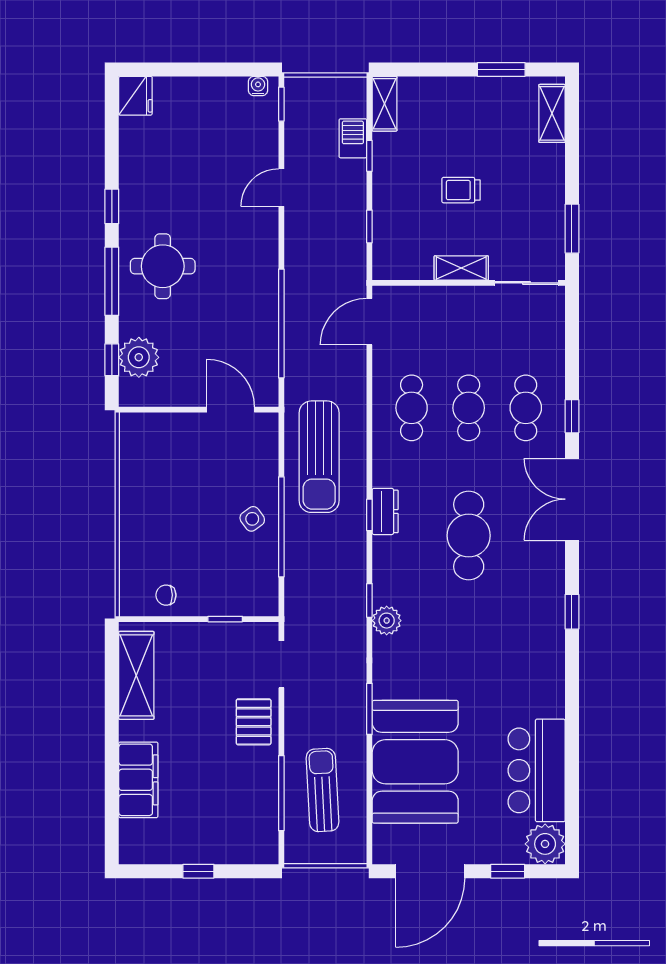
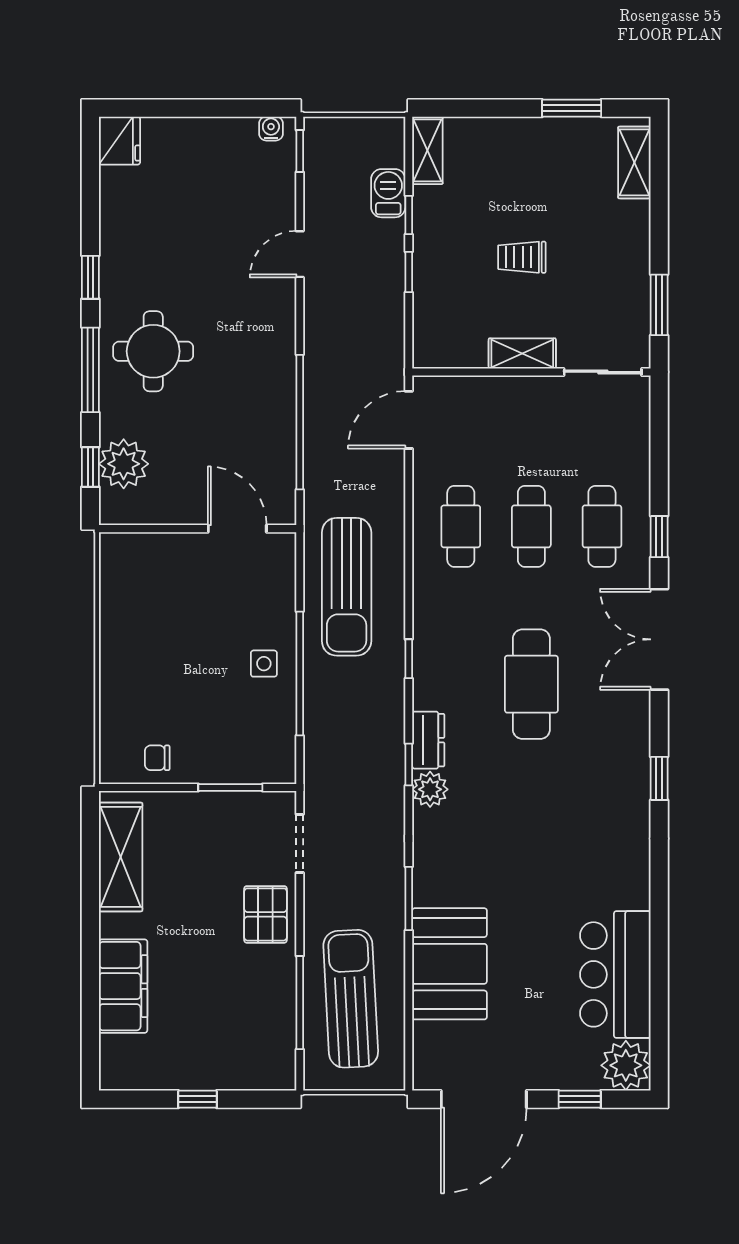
window: (369, 226) -> (409, 272), moved
dresser: (385, 511) -> (428, 740), moved
side table: (252, 519) -> (264, 664), turned 36
window: (225, 619) -> (230, 787), width x1.50
booth: (415, 762) -> (449, 964), width x0.73, depth x0.70
sun lounger: (322, 790) -> (351, 999), width x1.36, depth x1.34

